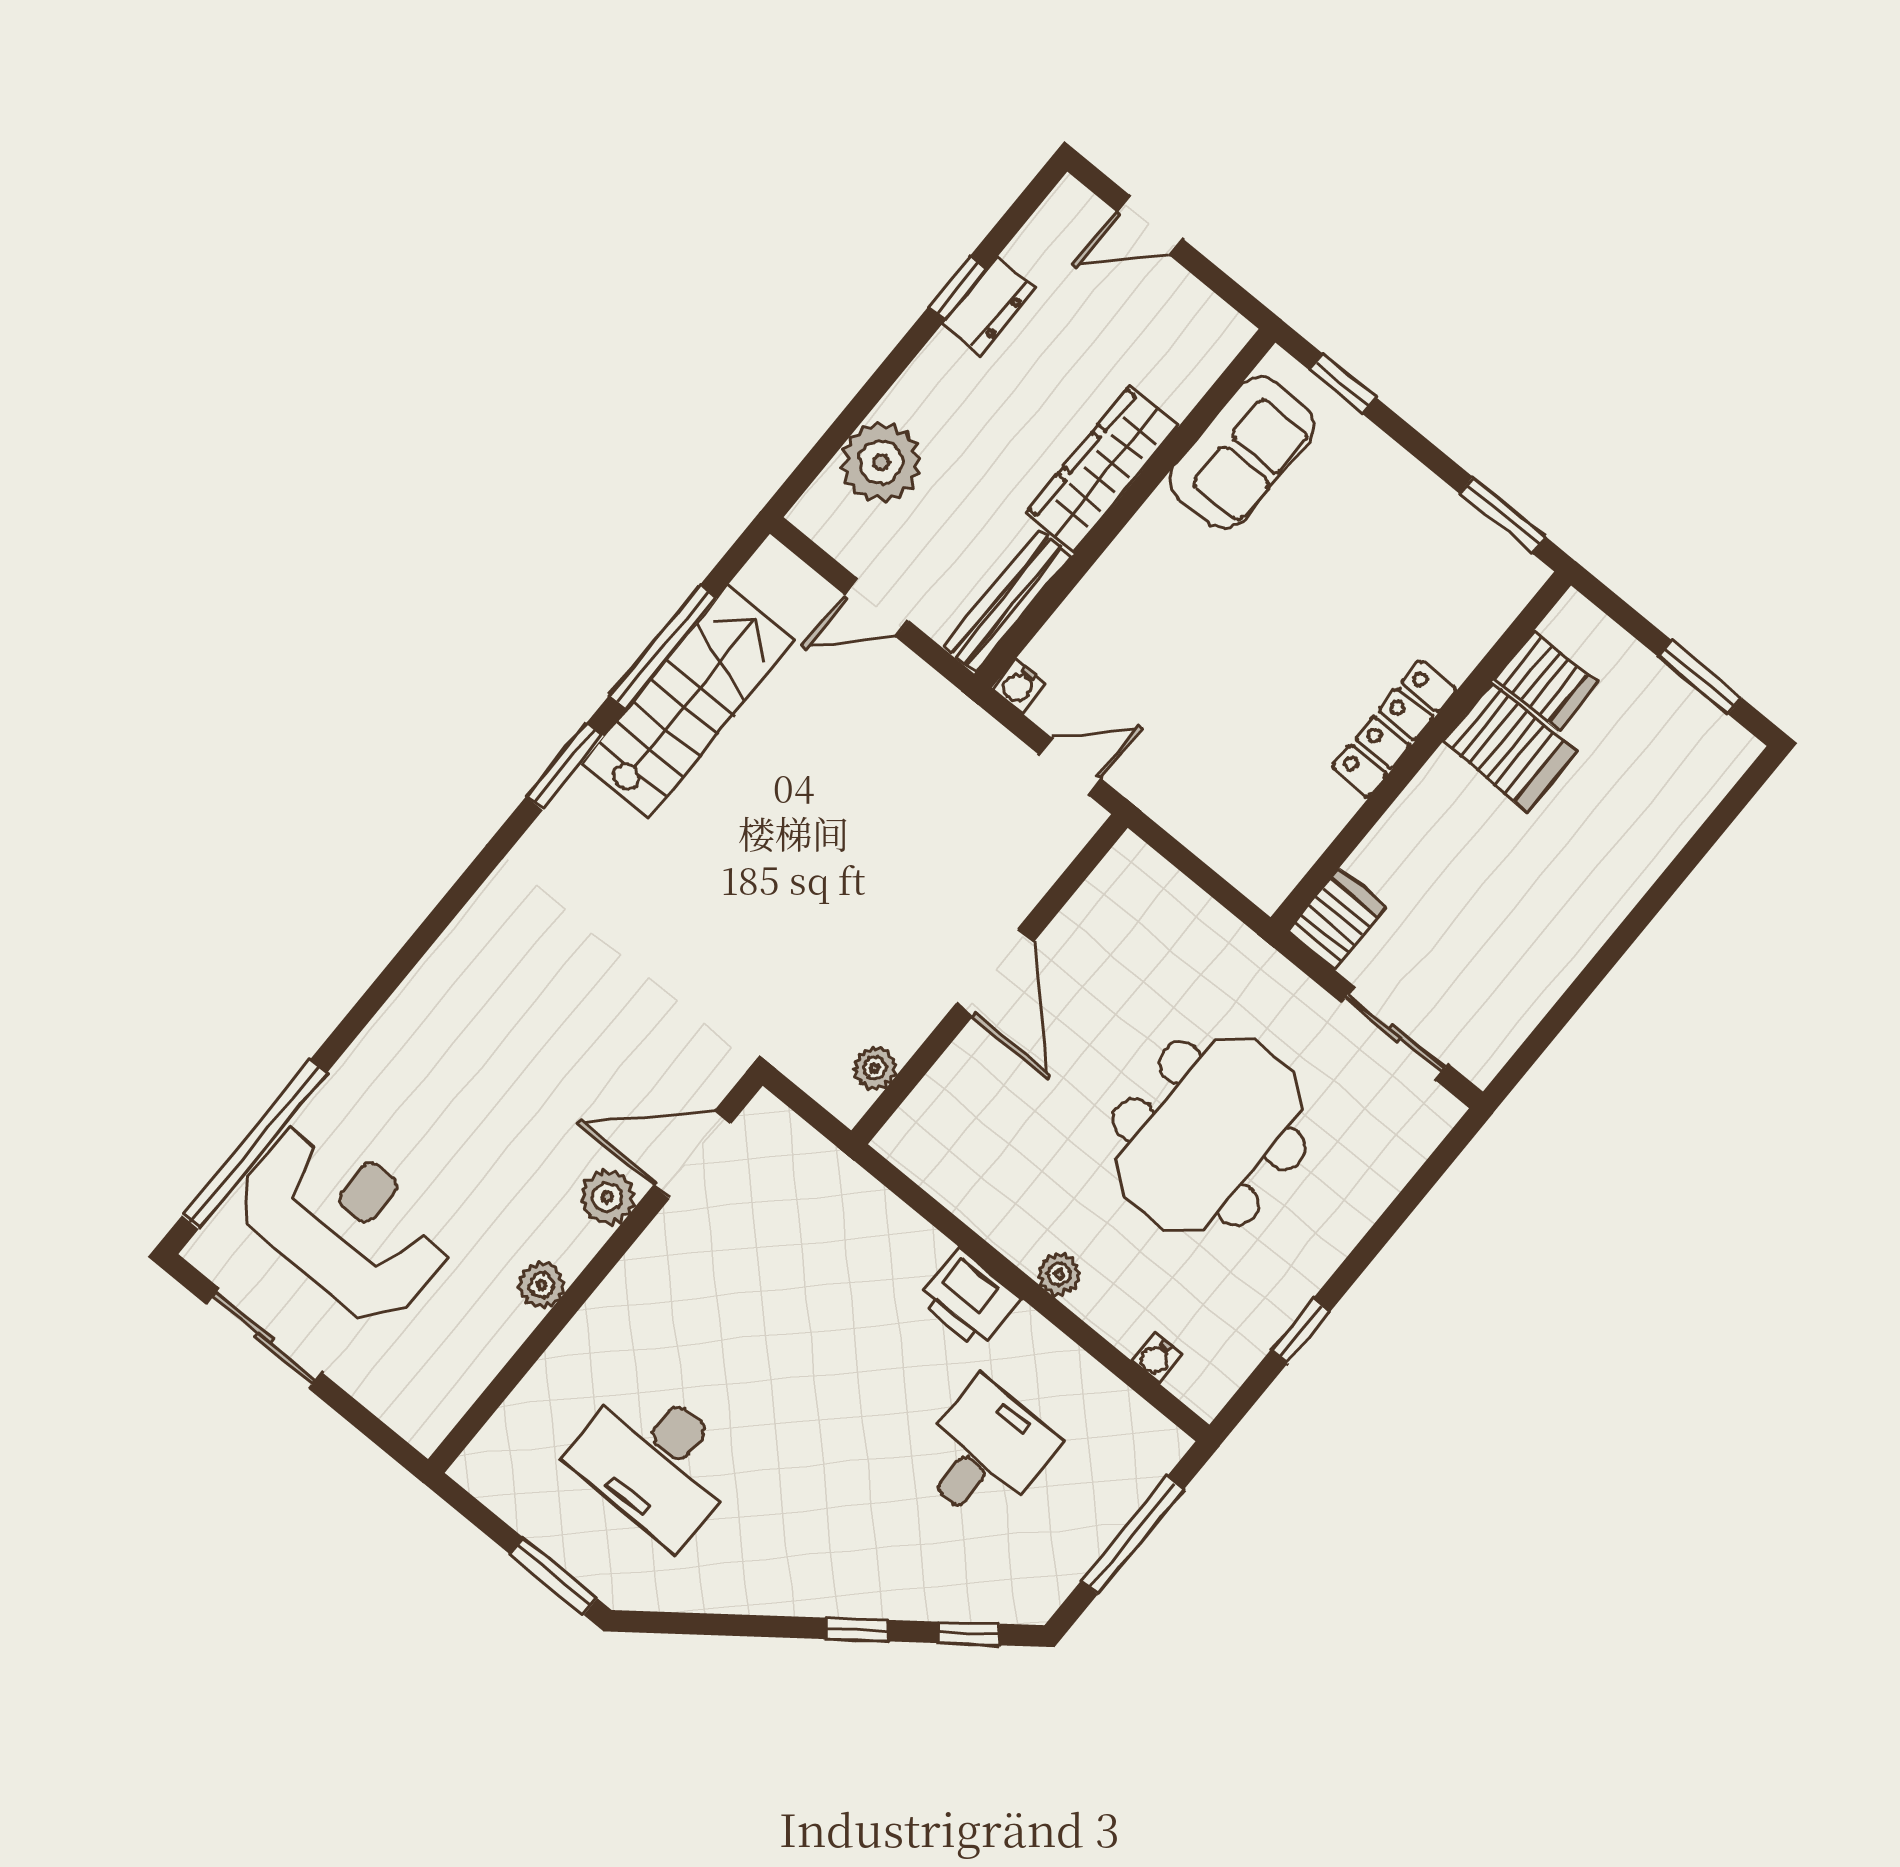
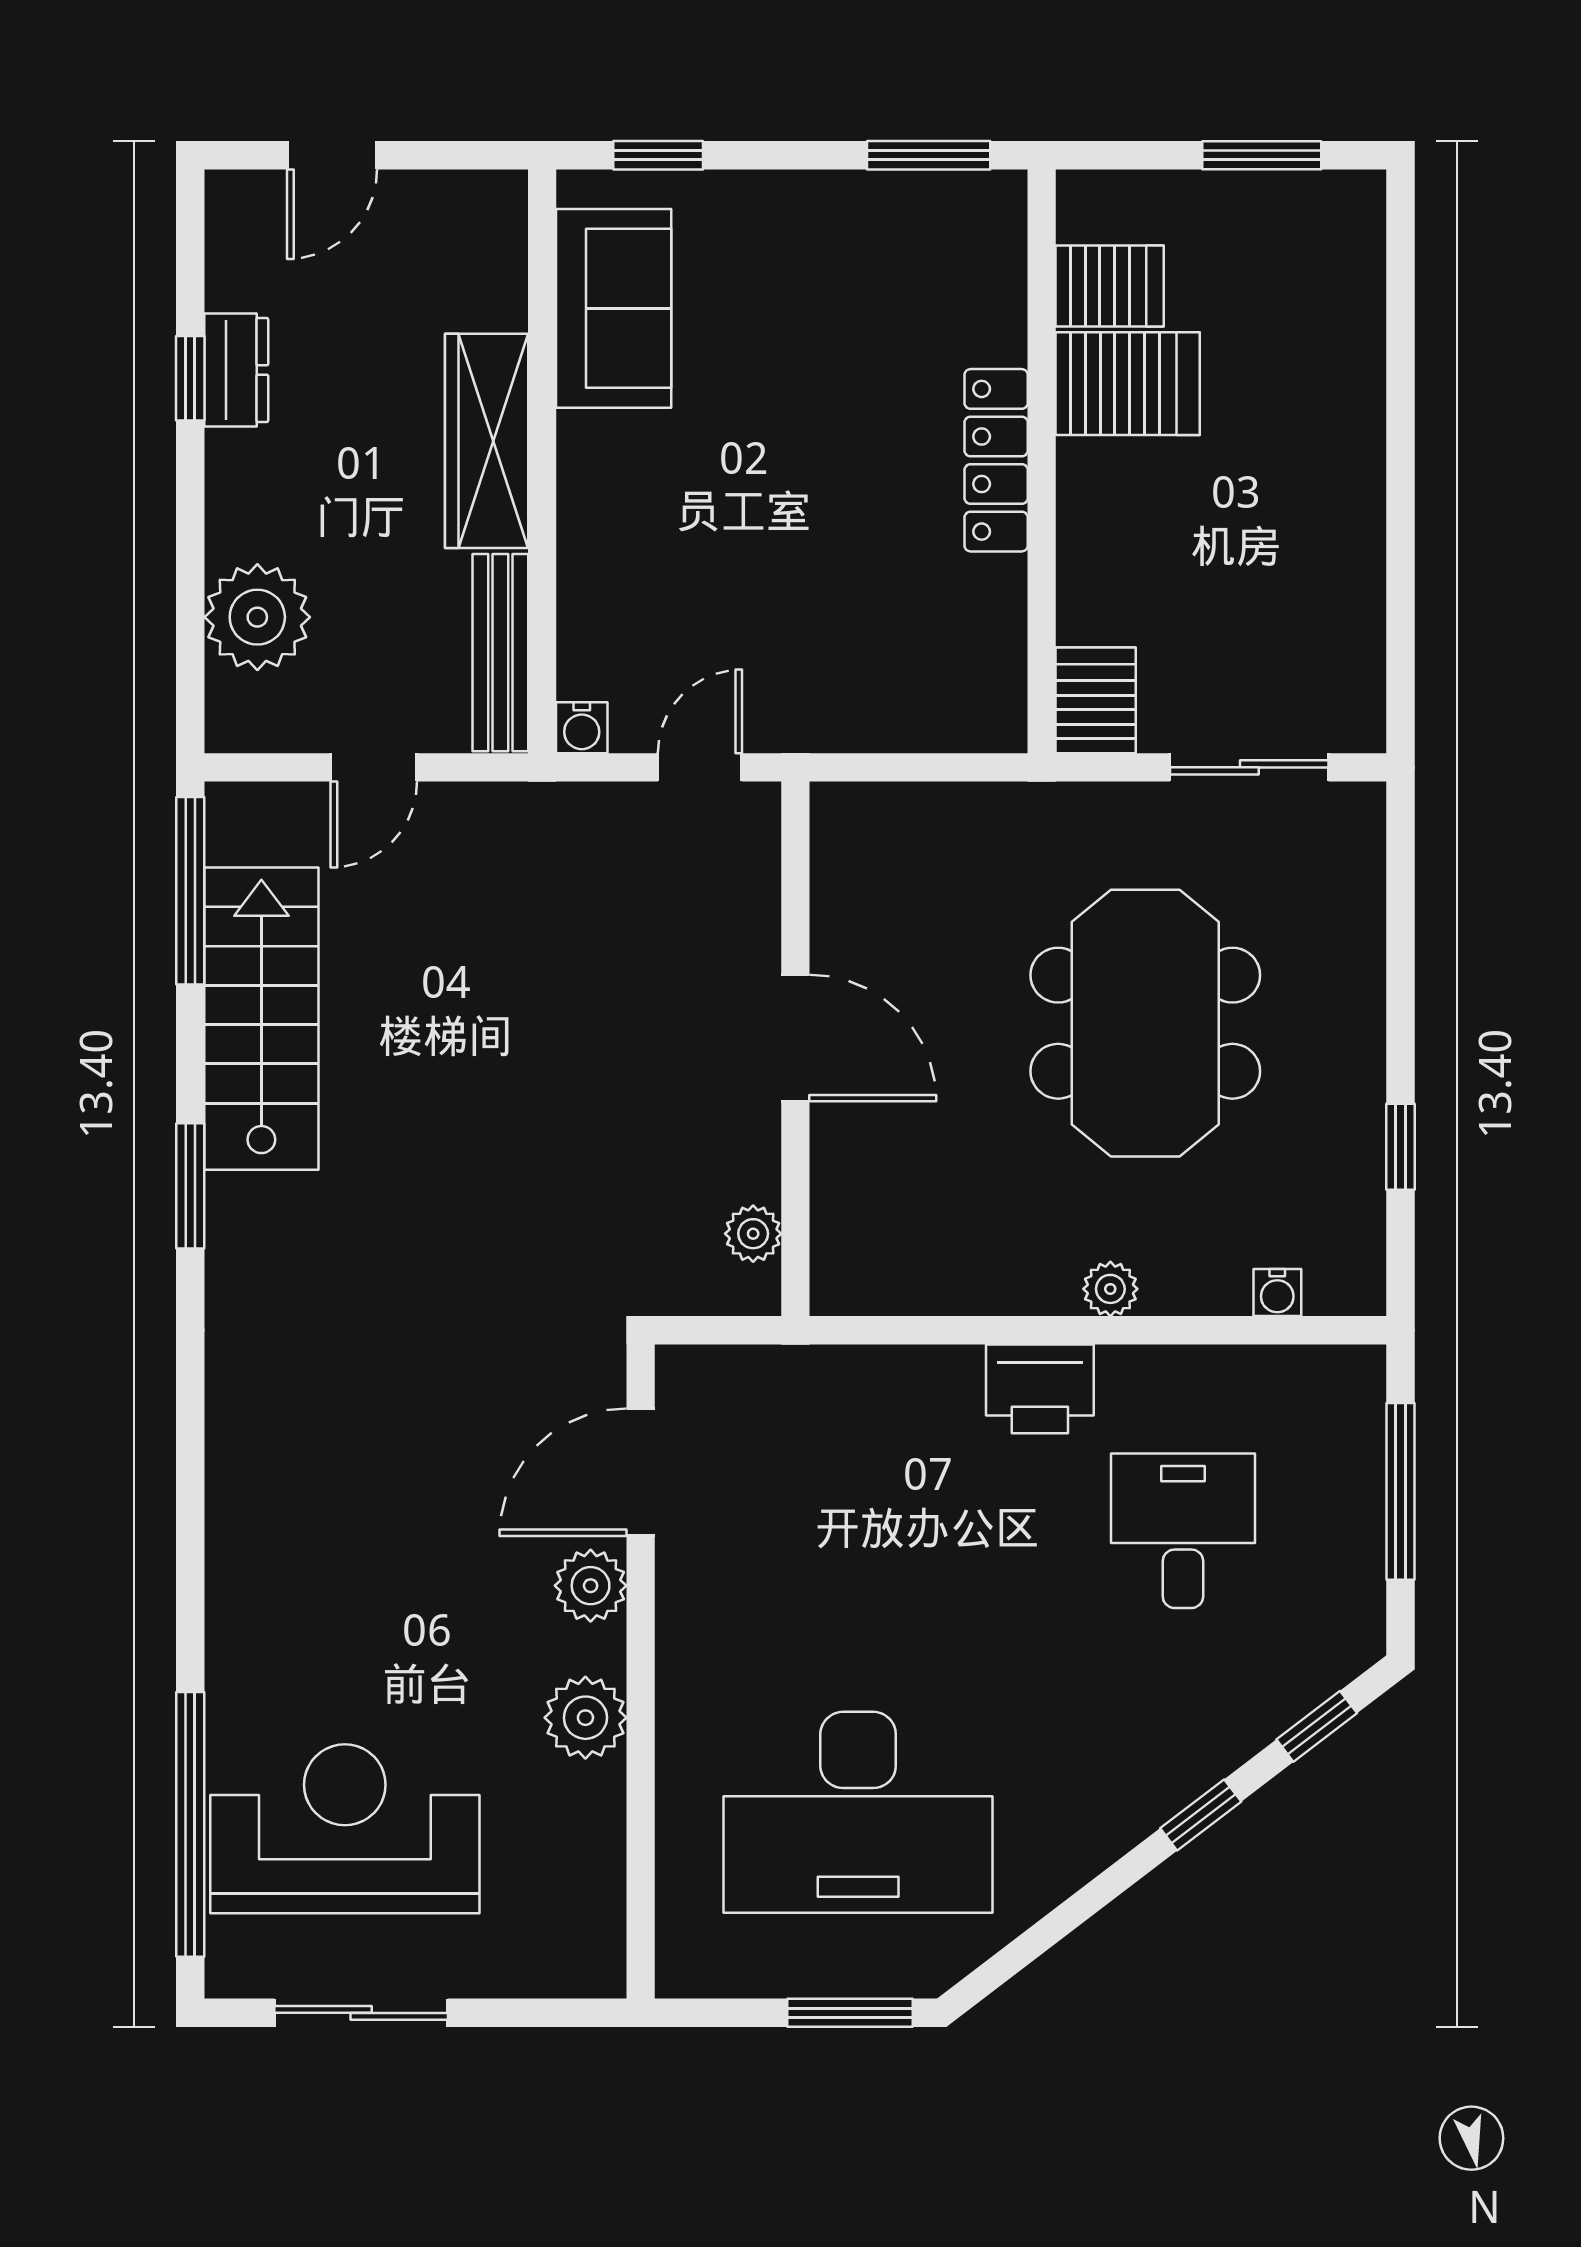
window: (663, 647) -> (190, 891), moved
plant: (541, 1285) -> (585, 1718), width x1.38, depth x1.38
desk: (656, 1461) -> (858, 1812), width x1.36, depth x1.30

